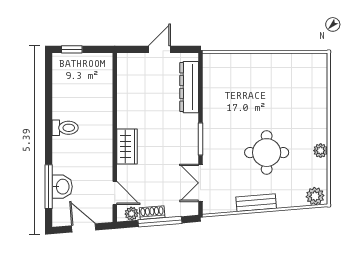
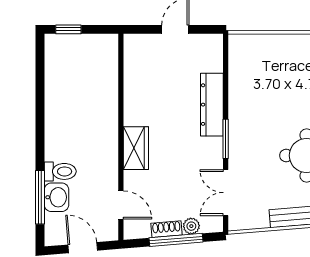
dresser: (189, 87) -> (212, 105), moved
toilet: (65, 128) -> (60, 171), moved
plant: (132, 214) -> (191, 226), moved

